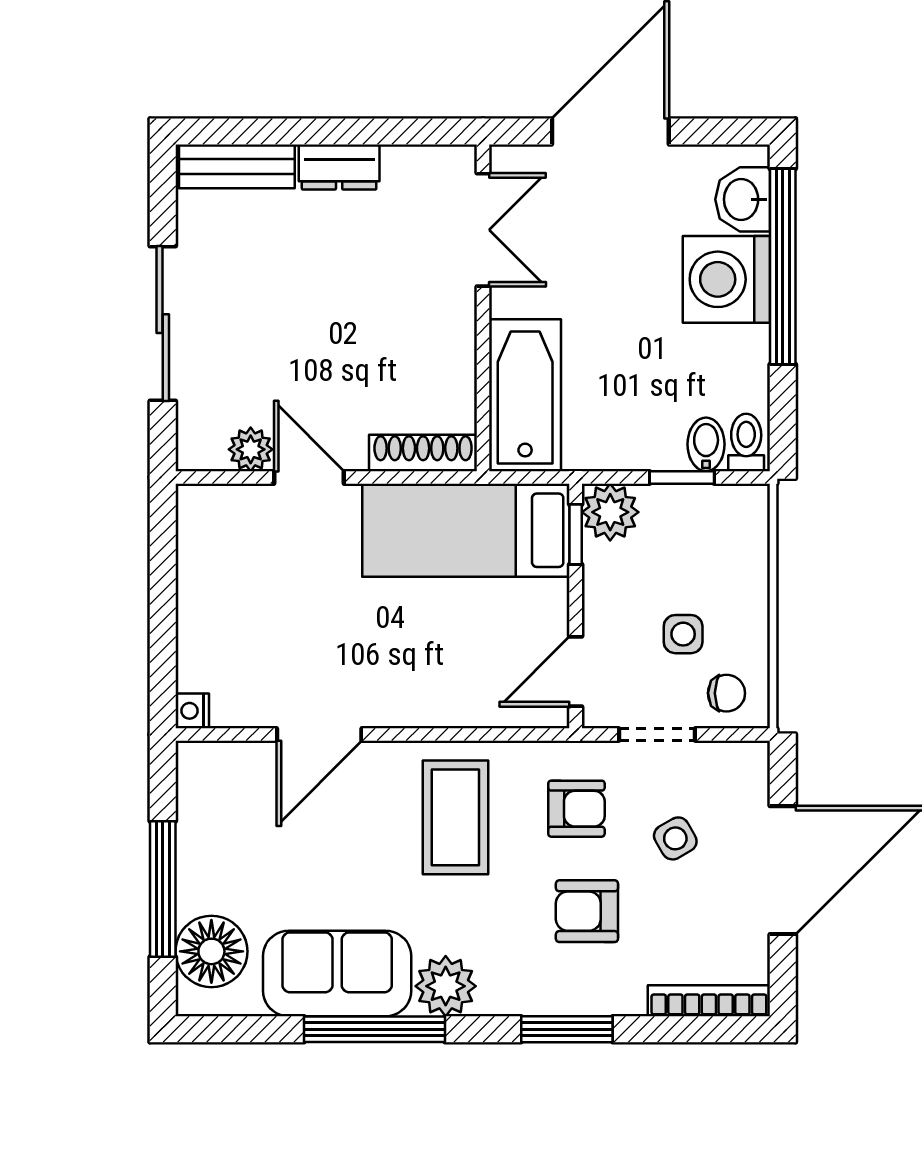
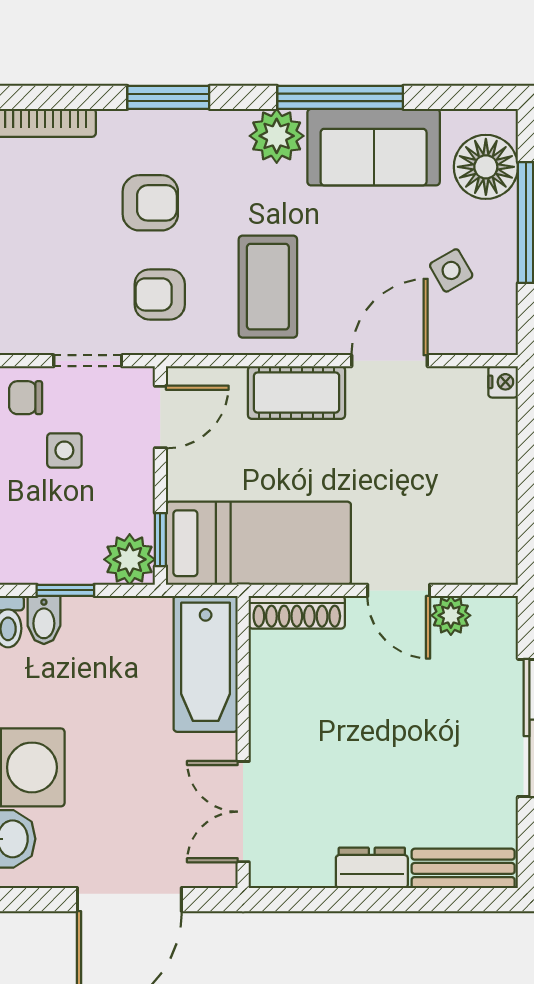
cot: (423, 699) -> (297, 393), added
side table: (675, 838) -> (451, 270), moved

